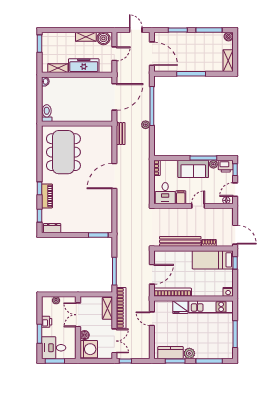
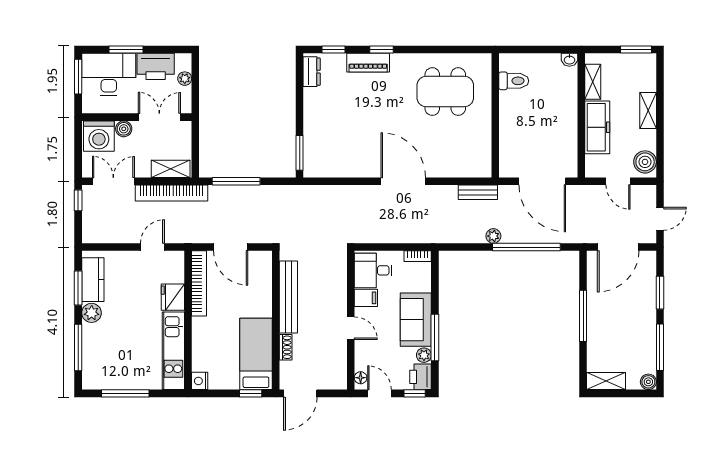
shelving: (86, 37) -> (648, 111), moved
toilet: (47, 113) -> (514, 81), moved
dining table: (63, 152) -> (445, 92), width x0.73, depth x0.80
printer: (47, 322) -> (156, 66), width x1.87, depth x1.48
double door: (114, 341) -> (113, 181), swing flipped
desk: (54, 348) -> (109, 74), width x1.37

